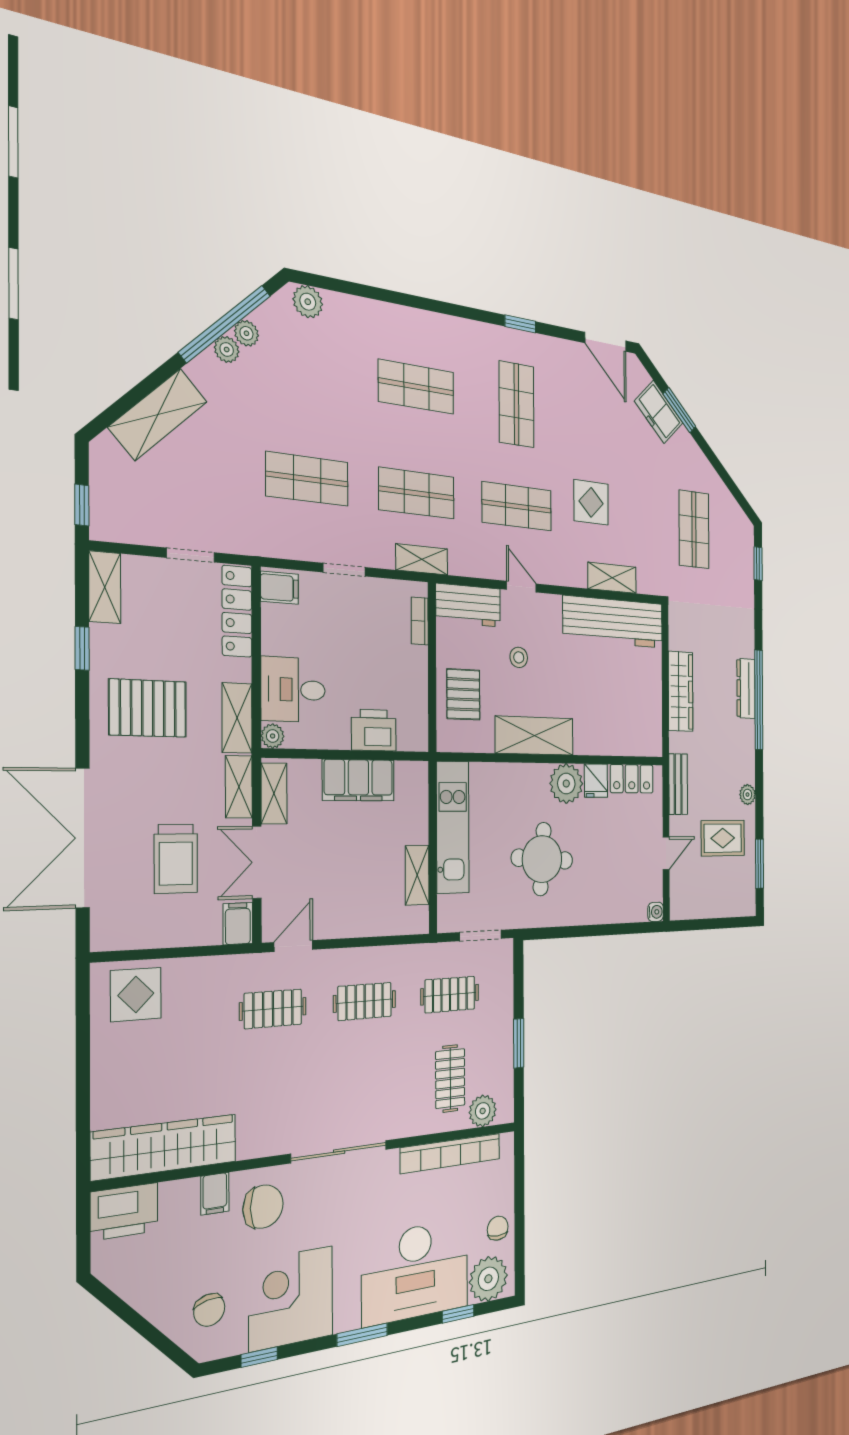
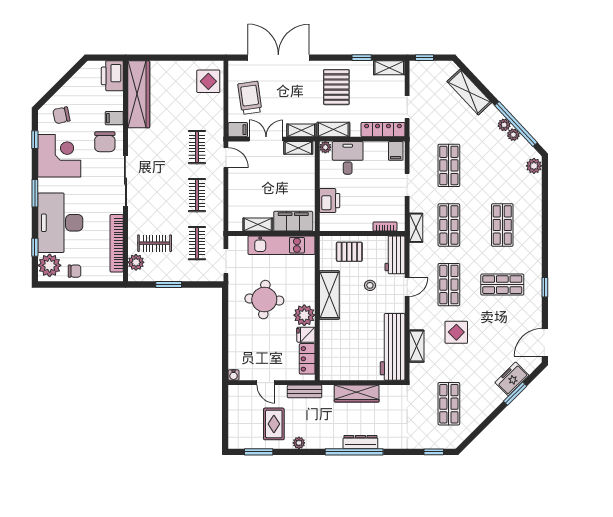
shop shelf: (694, 529) -> (449, 404), turned 90
filing cabinet: (358, 780) -> (293, 221), moved, turned 90
trolley: (176, 859) -> (250, 98), moved, turned 82

